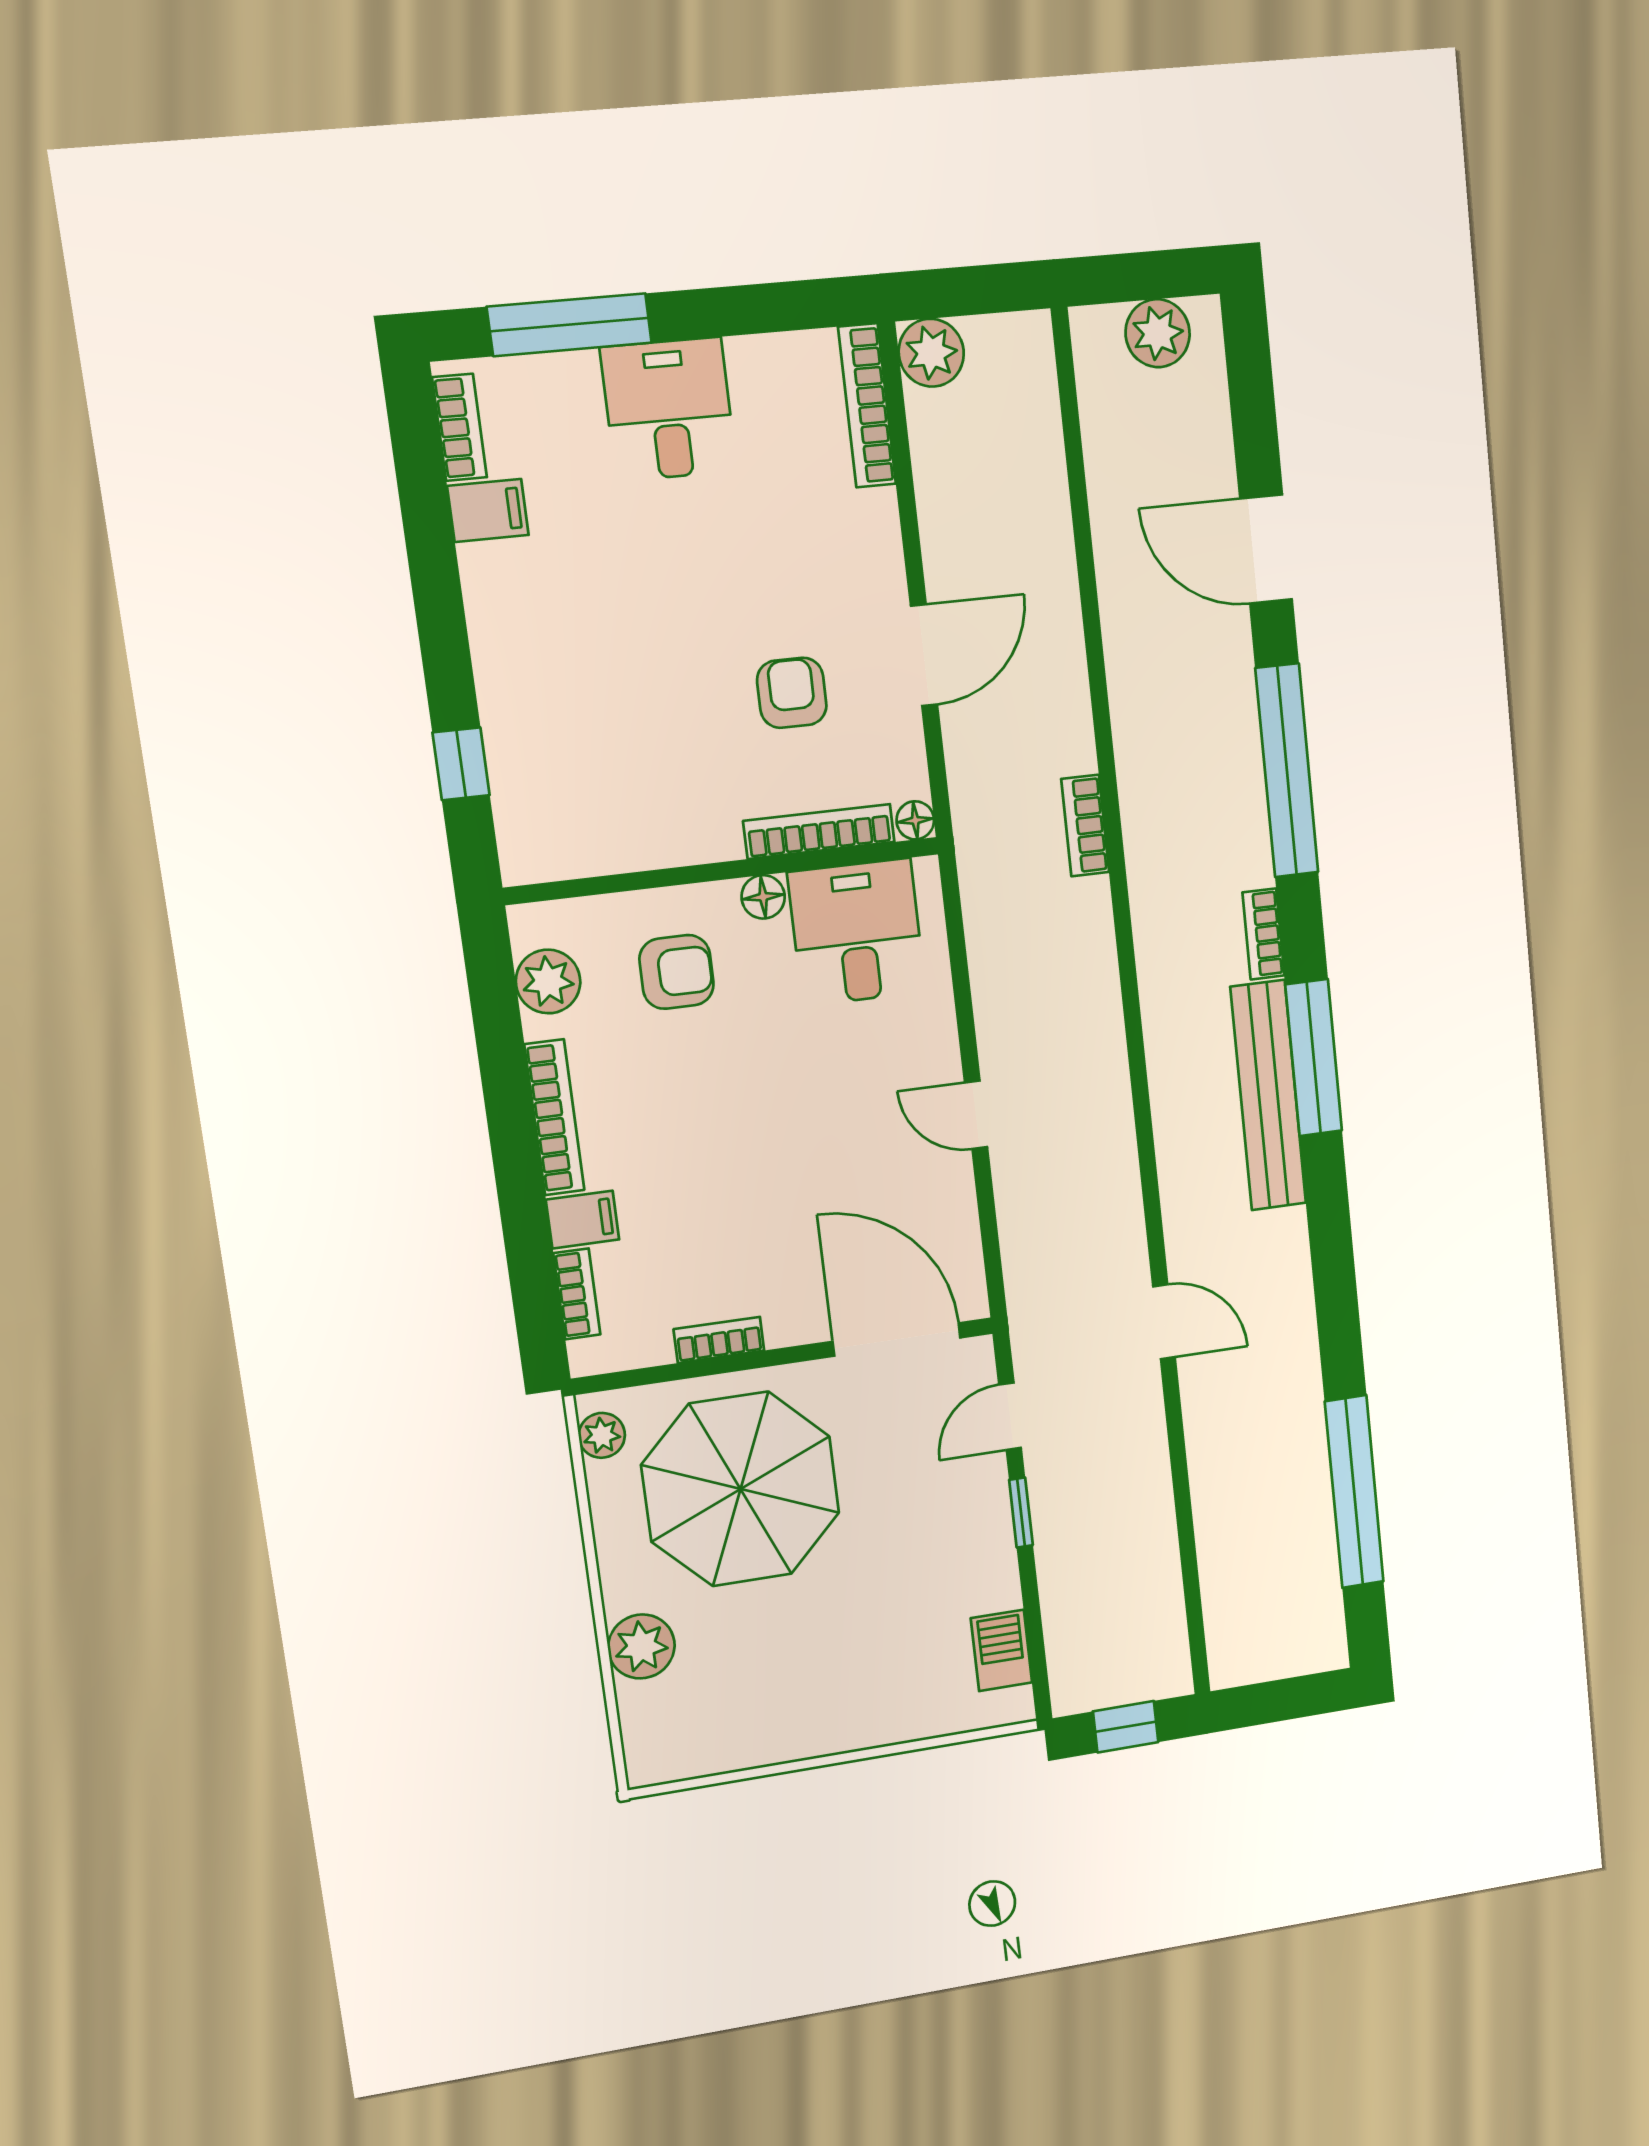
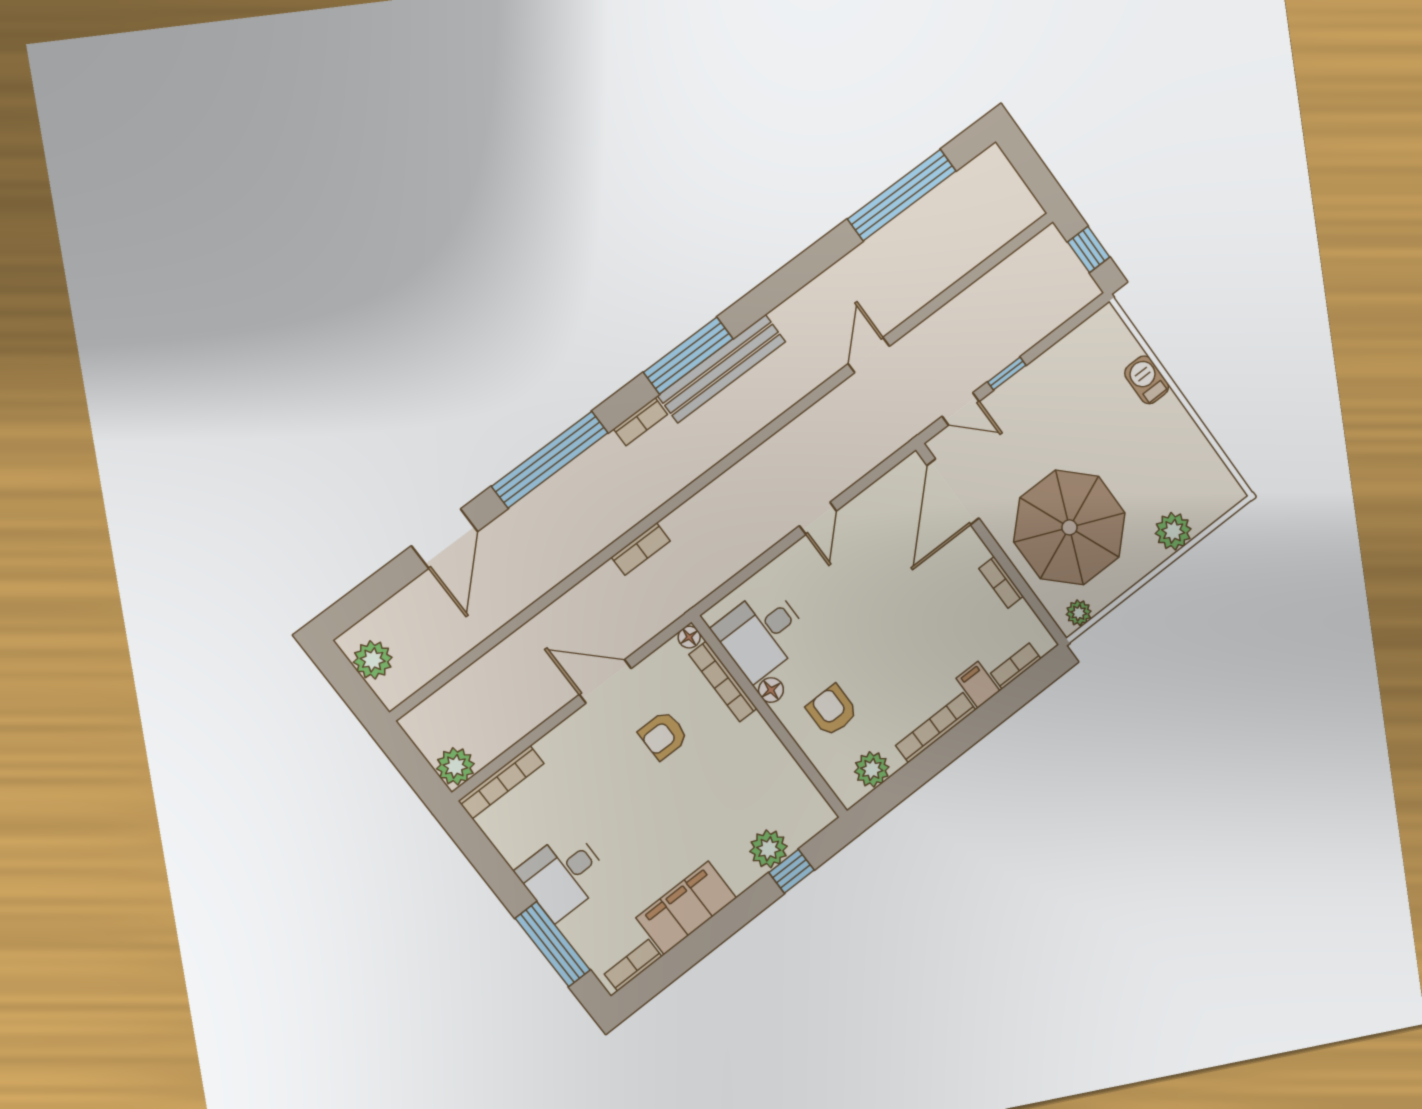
filing cabinet: (488, 511) -> (686, 908), width x3.00, depth x1.17
plant: (519, 749) -> (769, 849), added
barbecue: (1001, 1650) -> (1147, 380), moved, turned 90

